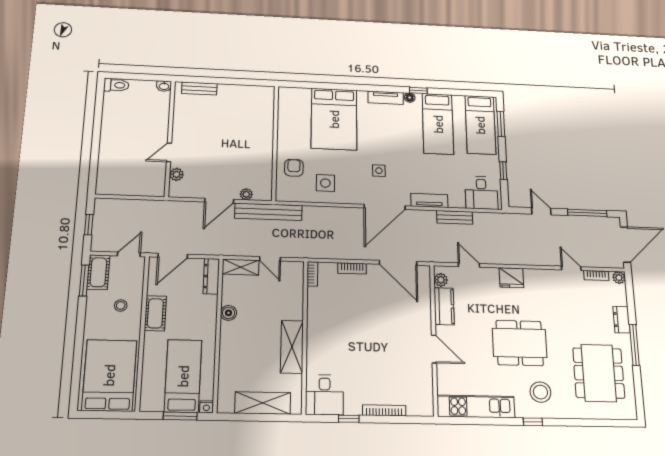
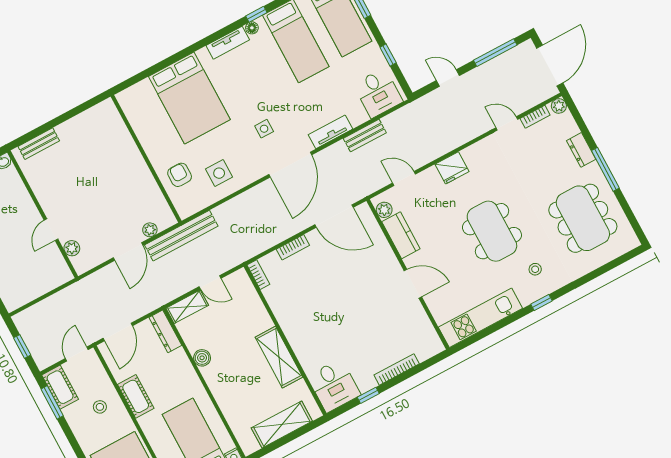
dining table: (520, 343) -> (492, 231), turned 90
stool: (540, 392) -> (535, 269), width x0.53, depth x0.53

